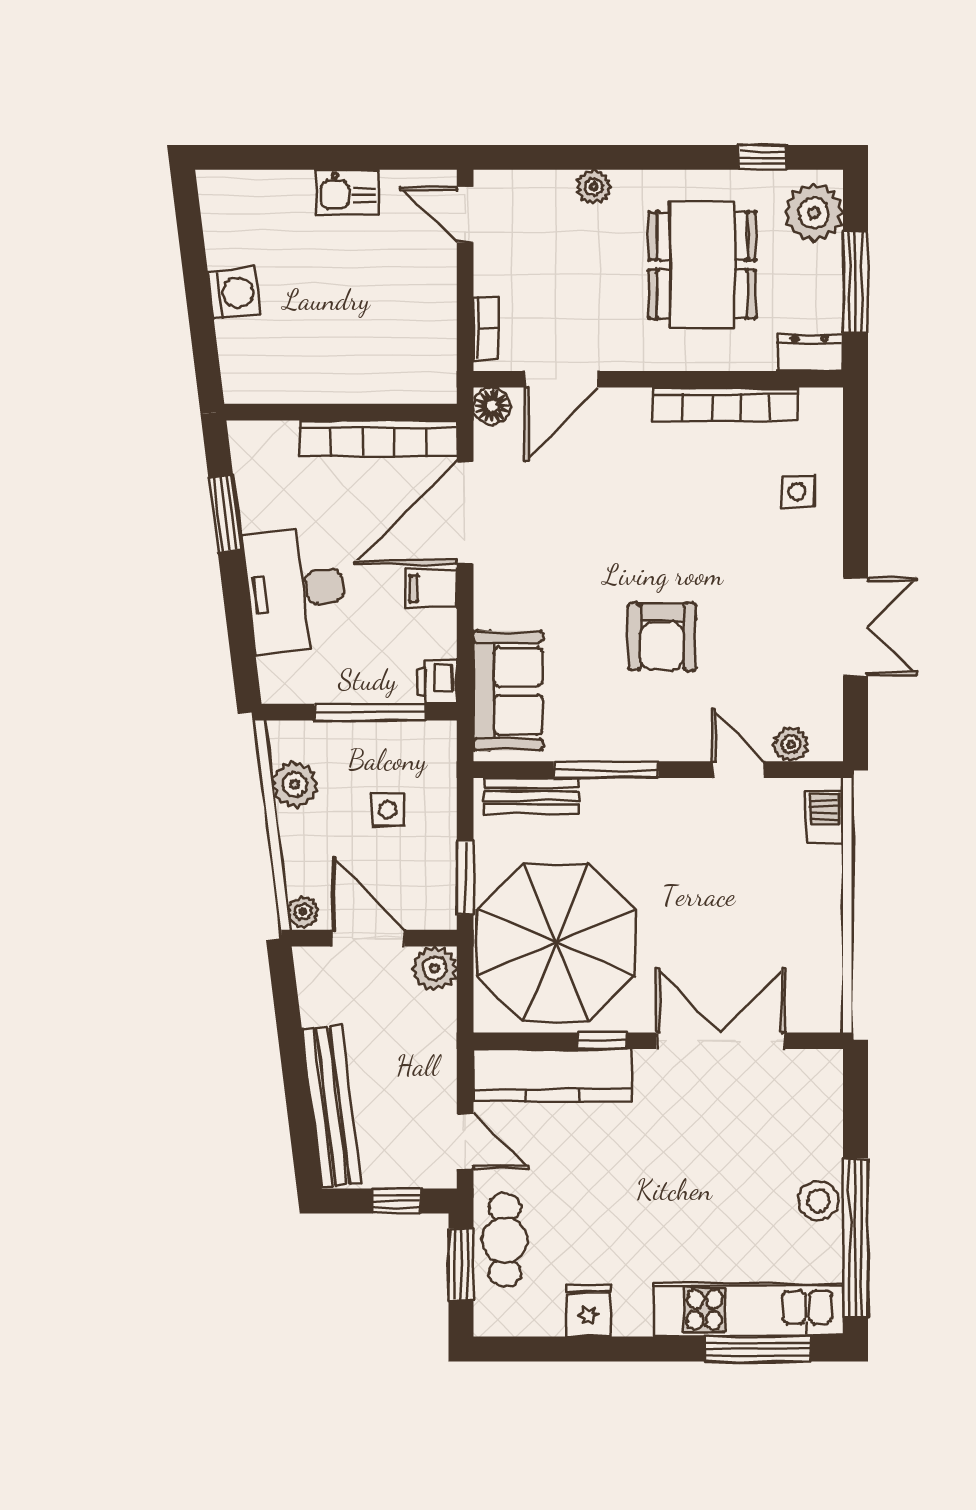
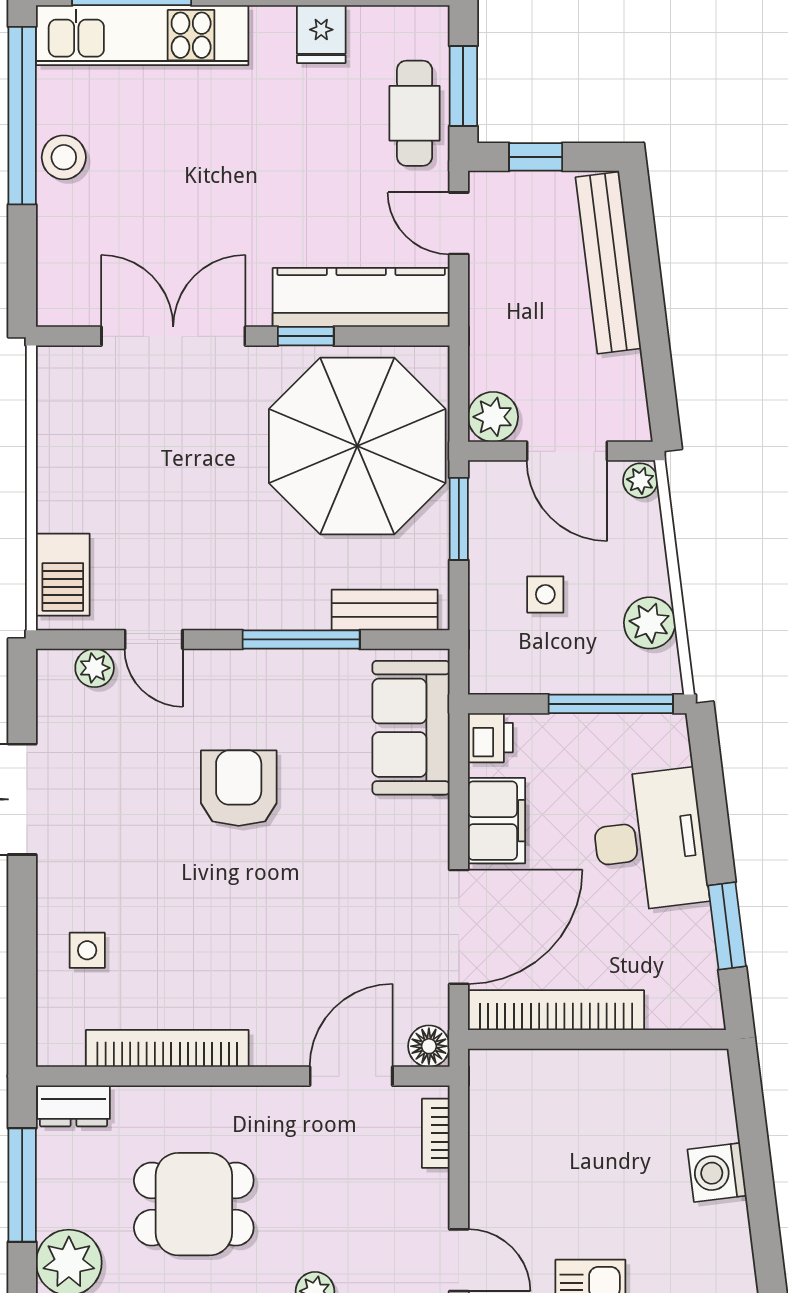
dining table: (702, 265) -> (194, 1204), width x0.73
filing cabinet: (431, 589) -> (497, 821), width x2.00
window: (370, 712) -> (611, 704), moved
barbecue: (824, 818) -> (63, 575), width x1.38, depth x1.27
double door: (720, 1041) -> (173, 336), swing flipped

